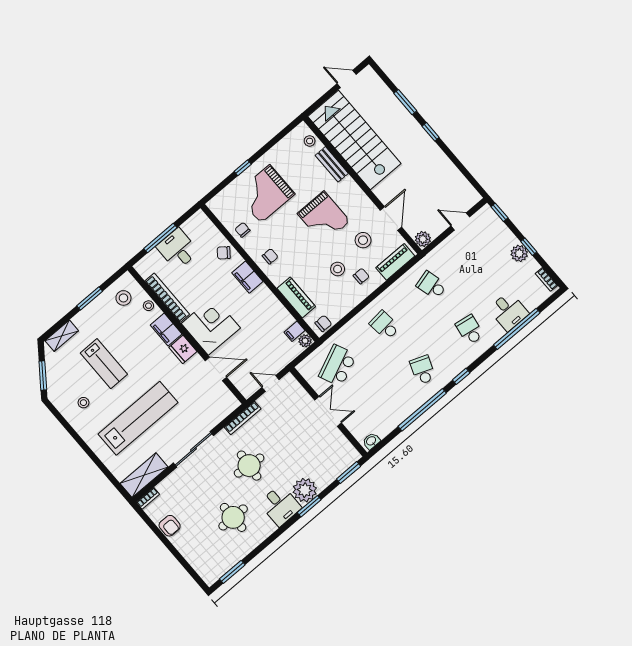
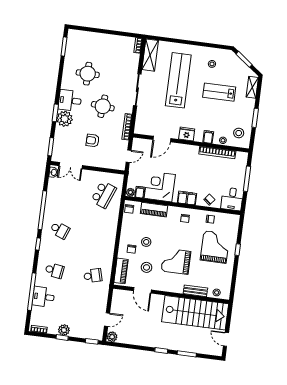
door: (347, 79) -> (226, 339), swing flipped
plant: (423, 239) -> (112, 337), moved
desk: (178, 249) -> (232, 199), moved, turned 90
school desk: (385, 325) -> (98, 235), removed
corner desk: (211, 326) -> (160, 186), moved, turned 180
filing cabinet: (166, 330) -> (208, 137), width x0.50
school desk: (338, 366) -> (104, 195), turned 45
double door: (328, 411) -> (71, 166), moved
lab bench: (138, 418) -> (178, 80), turned 180
armchair: (170, 526) -> (93, 140), moved

